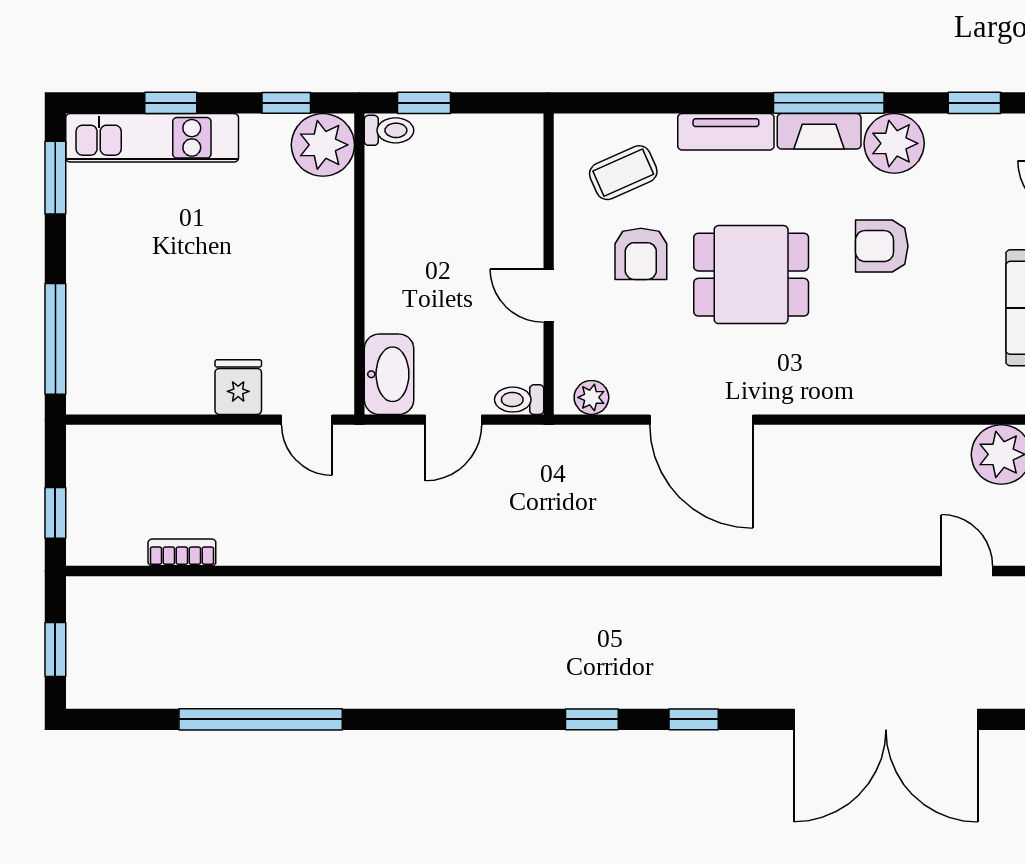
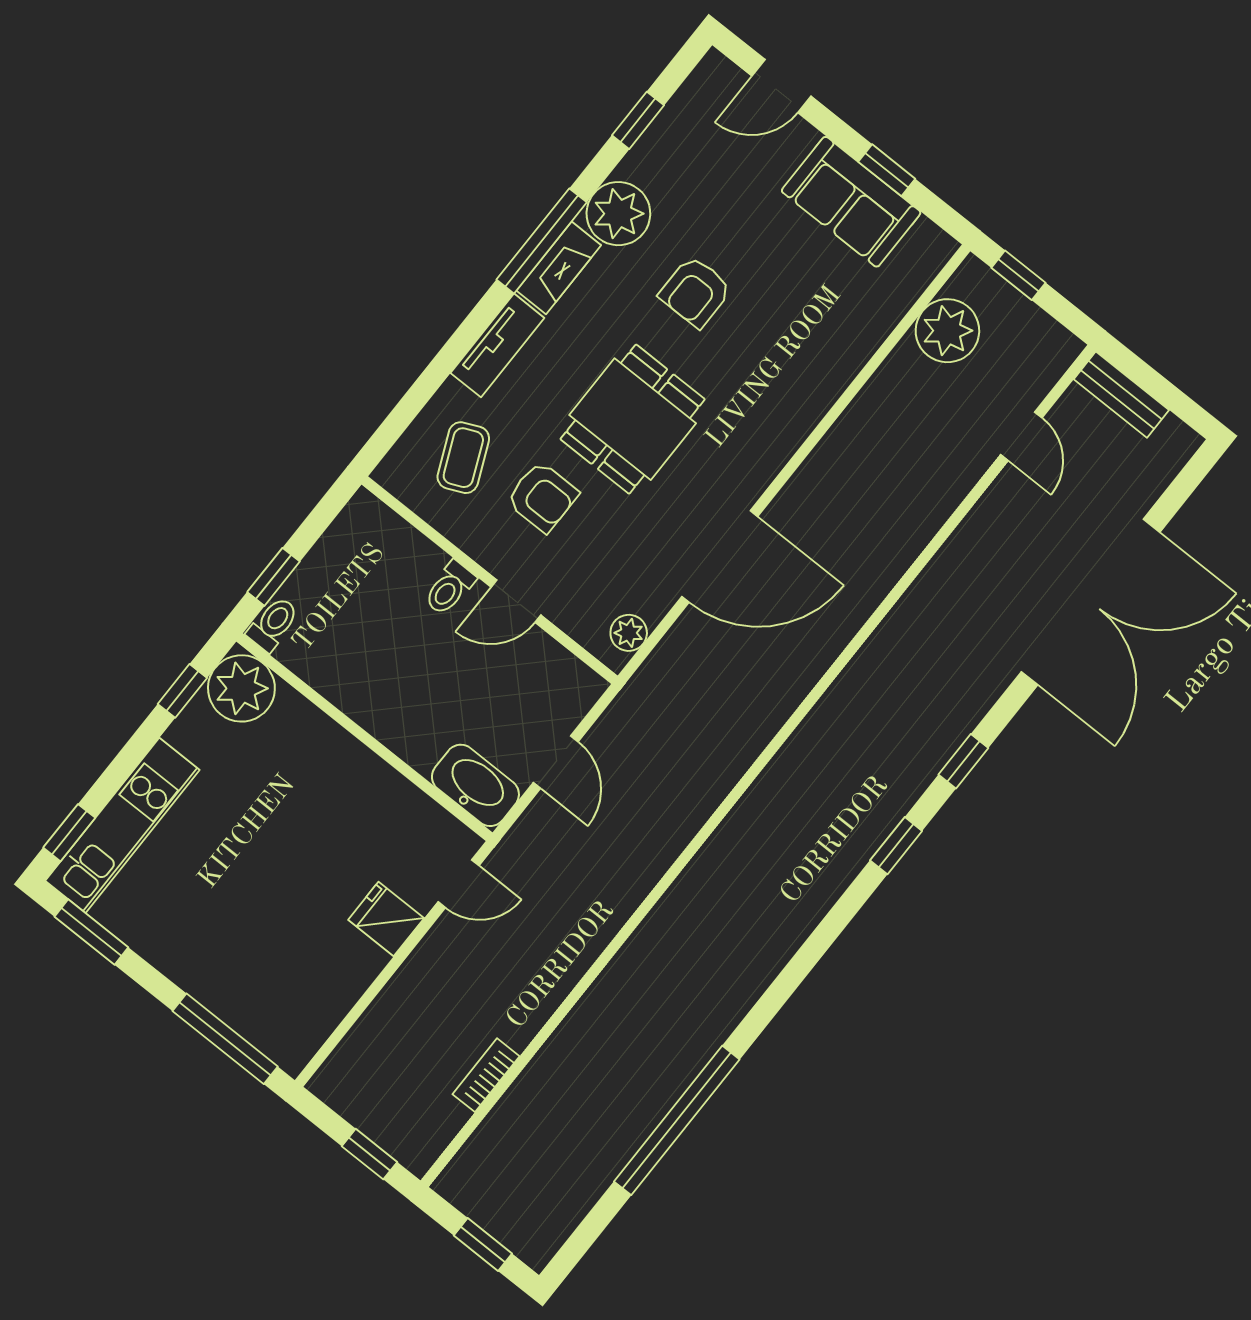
window: (171, 103) -> (69, 833), moved
toilet: (519, 400) -> (450, 588), moved
door: (967, 571) -> (1021, 436), swing flipped

